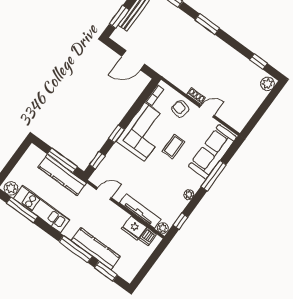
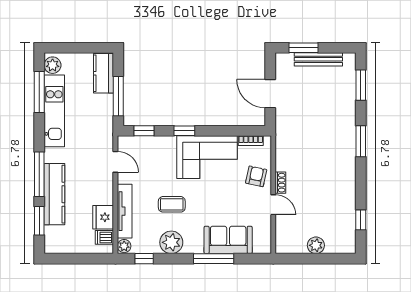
plant: (268, 84) -> (316, 245), moved
coffee table: (173, 146) -> (172, 204), moved
sofa: (212, 152) -> (228, 240), width x0.73
kitchen counter: (62, 175) -> (104, 73), moved, width x0.67
plant: (189, 195) -> (171, 242), width x1.87, depth x1.87

